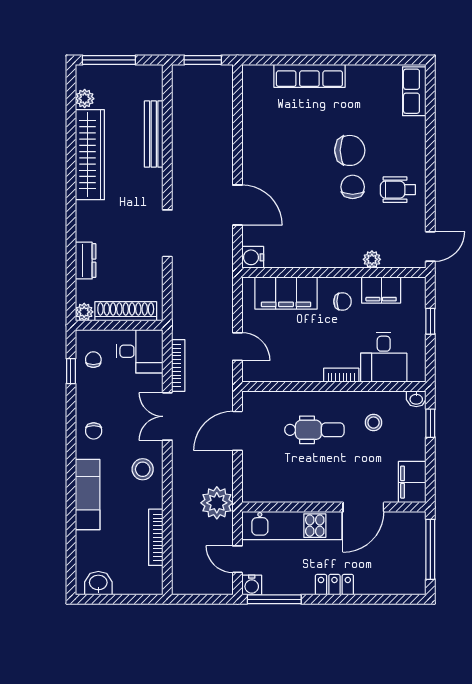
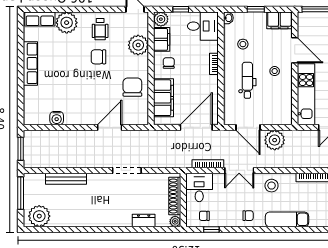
window: (109, 60) -> (21, 193), moved
row of seats: (309, 76) -> (30, 63), moved
plant: (85, 99) -> (39, 216), width x1.88, depth x1.88
plant: (408, 135) -> (67, 23), added
chair: (350, 150) -> (132, 87), moved
wardrobe: (90, 155) -> (79, 218), removed
water cooler: (253, 257) -> (57, 118), moved
plant: (372, 259) -> (138, 45), width x1.87, depth x1.87
plant: (414, 289) -> (161, 19), added
door: (237, 347) -> (196, 127), width x1.88
desk: (384, 357) -> (203, 26), moved
window: (430, 423) -> (256, 9), moved
stool: (329, 474) -> (275, 71), added
plant: (217, 503) -> (275, 140), moved

